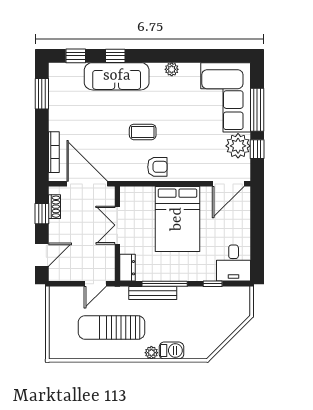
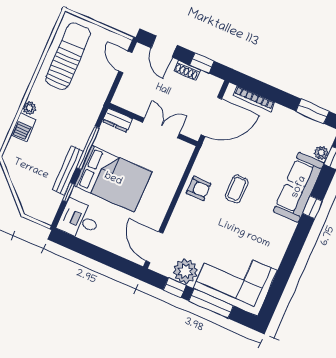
window: (115, 56) -> (312, 207), moved
plant: (172, 69) -> (321, 153), moved
armchair: (157, 167) -> (199, 188), turned -90
shoe rack: (55, 207) -> (187, 70), moved
bed: (177, 219) -> (113, 179), moved, turned 180
door: (95, 284) -> (125, 62), moved
bench: (153, 293) -> (68, 170), moved
sun lounger: (111, 327) -> (68, 56), moved

